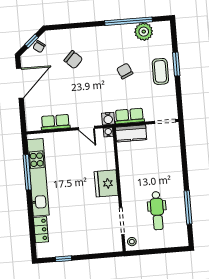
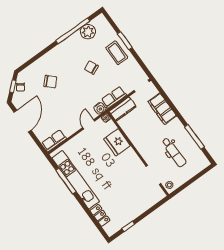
row of seats: (55, 122) -> (54, 141), moved
door: (86, 128) -> (89, 124), swing flipped
filing cabinet: (172, 158) -> (162, 109), added
fridge: (106, 183) -> (117, 142), moved

